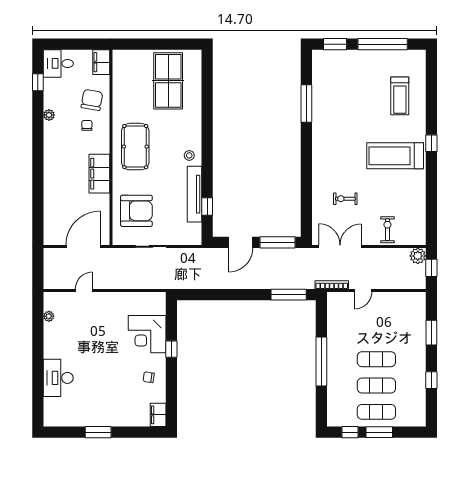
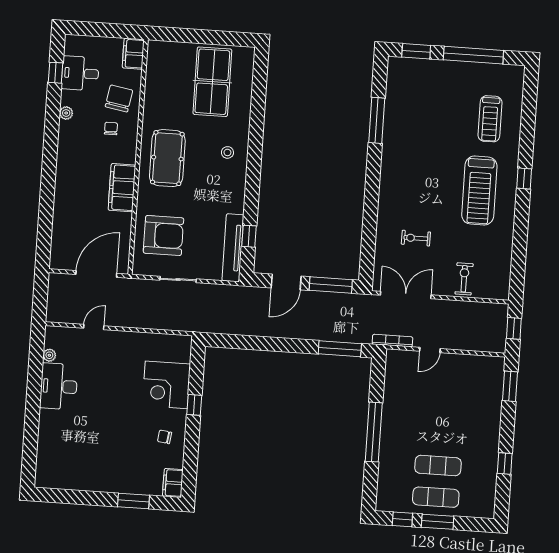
desk: (58, 63) -> (80, 73), moved
stool: (189, 155) -> (227, 152), moved
treadmill: (395, 156) -> (479, 191), turned -90
tv unit: (195, 194) -> (233, 248), moved
plant: (418, 256) -> (498, 313), removed
window: (431, 333) -> (510, 386), moved
exercise mat: (376, 359) -> (440, 434), removed
desk: (58, 378) -> (59, 386), moved
window: (98, 432) -> (134, 501), moved

